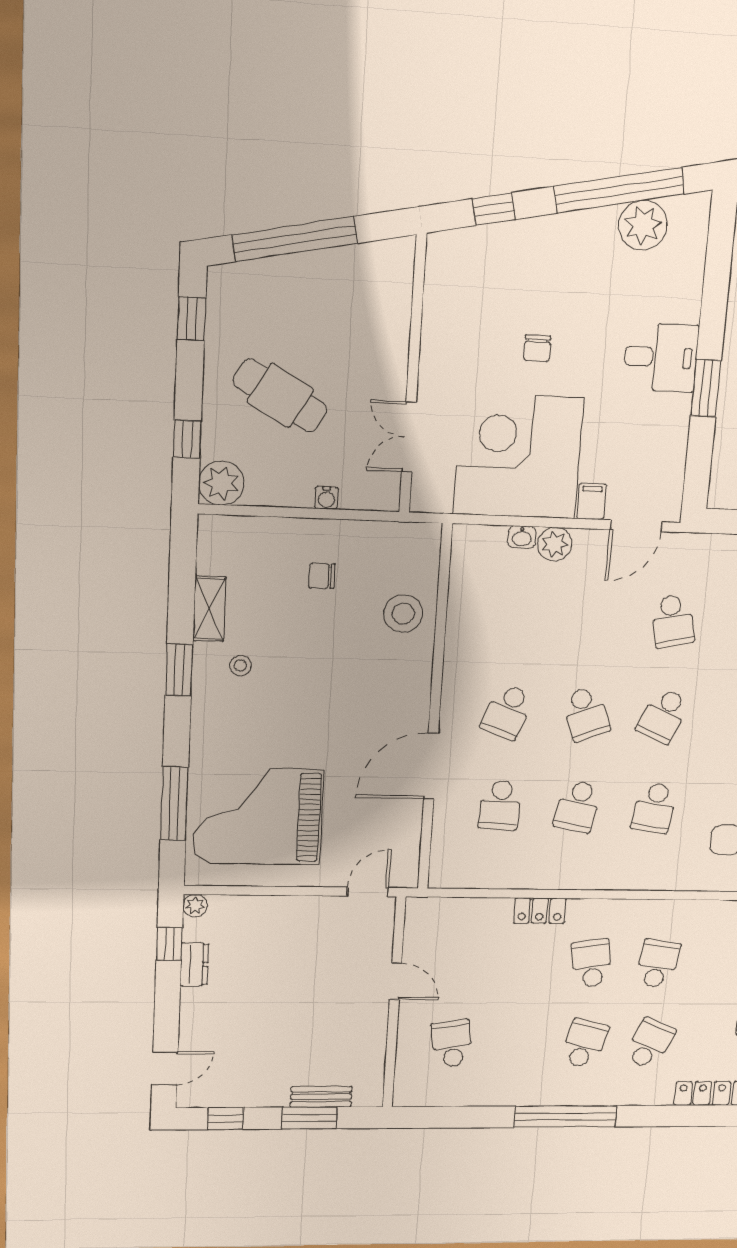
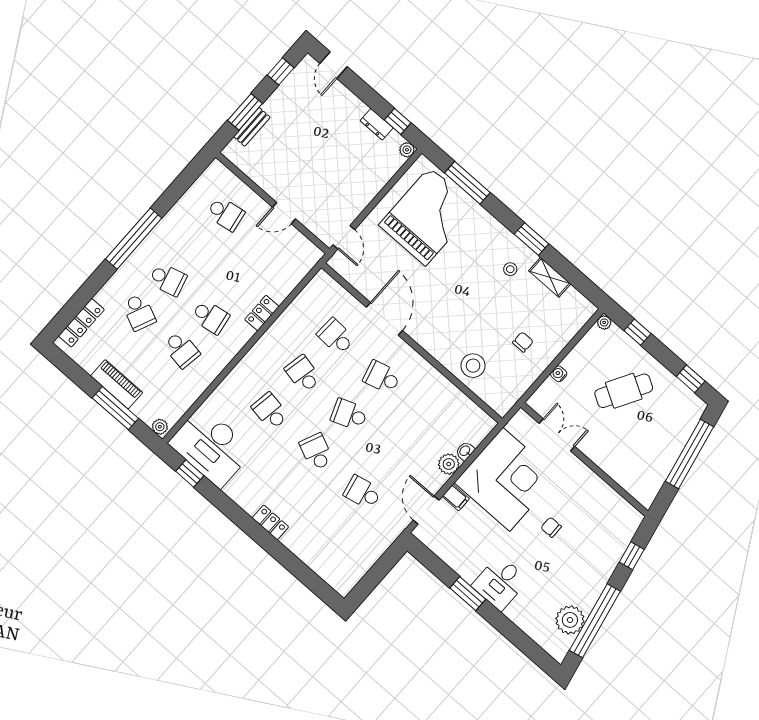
plant: (221, 483) -> (604, 322), width x0.53, depth x0.53
school desk: (507, 712) -> (382, 377), turned -36
school desk: (584, 1044) -> (168, 279), turned -30

